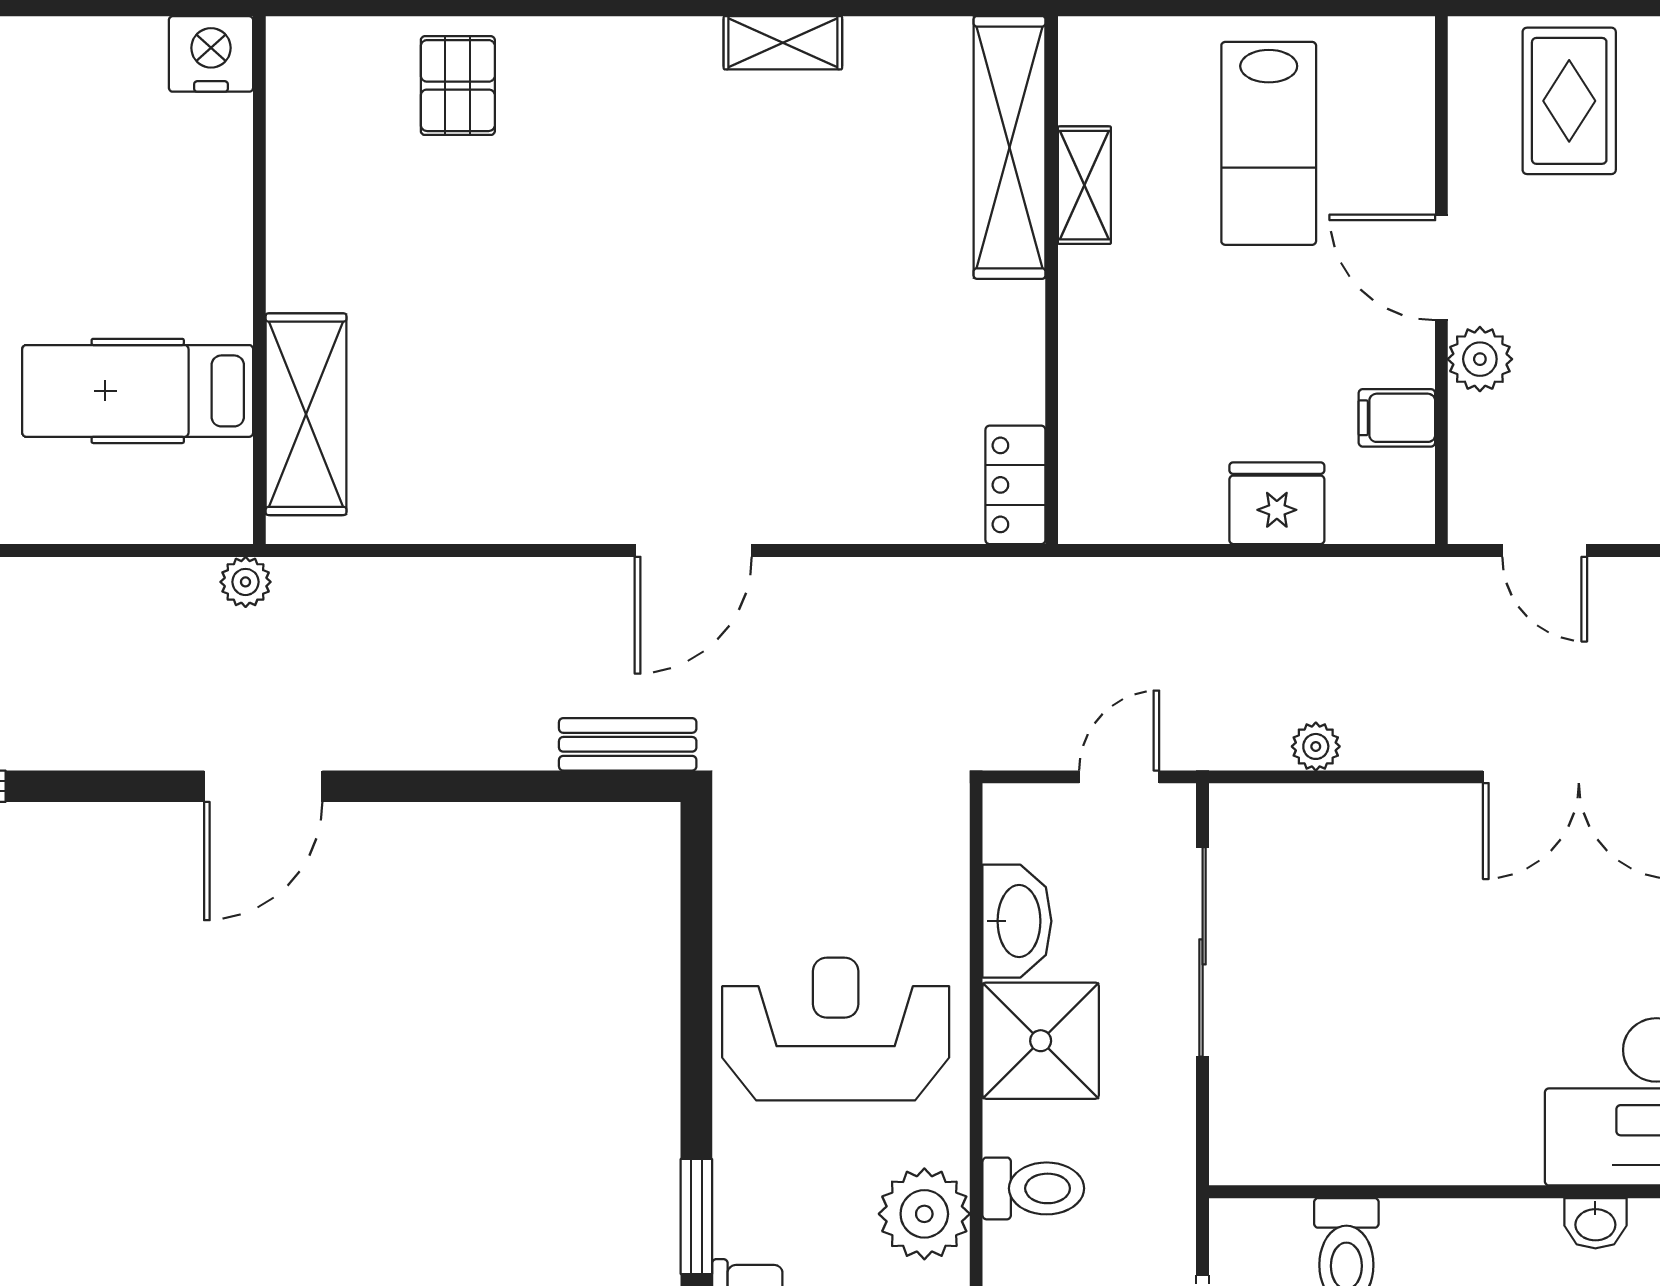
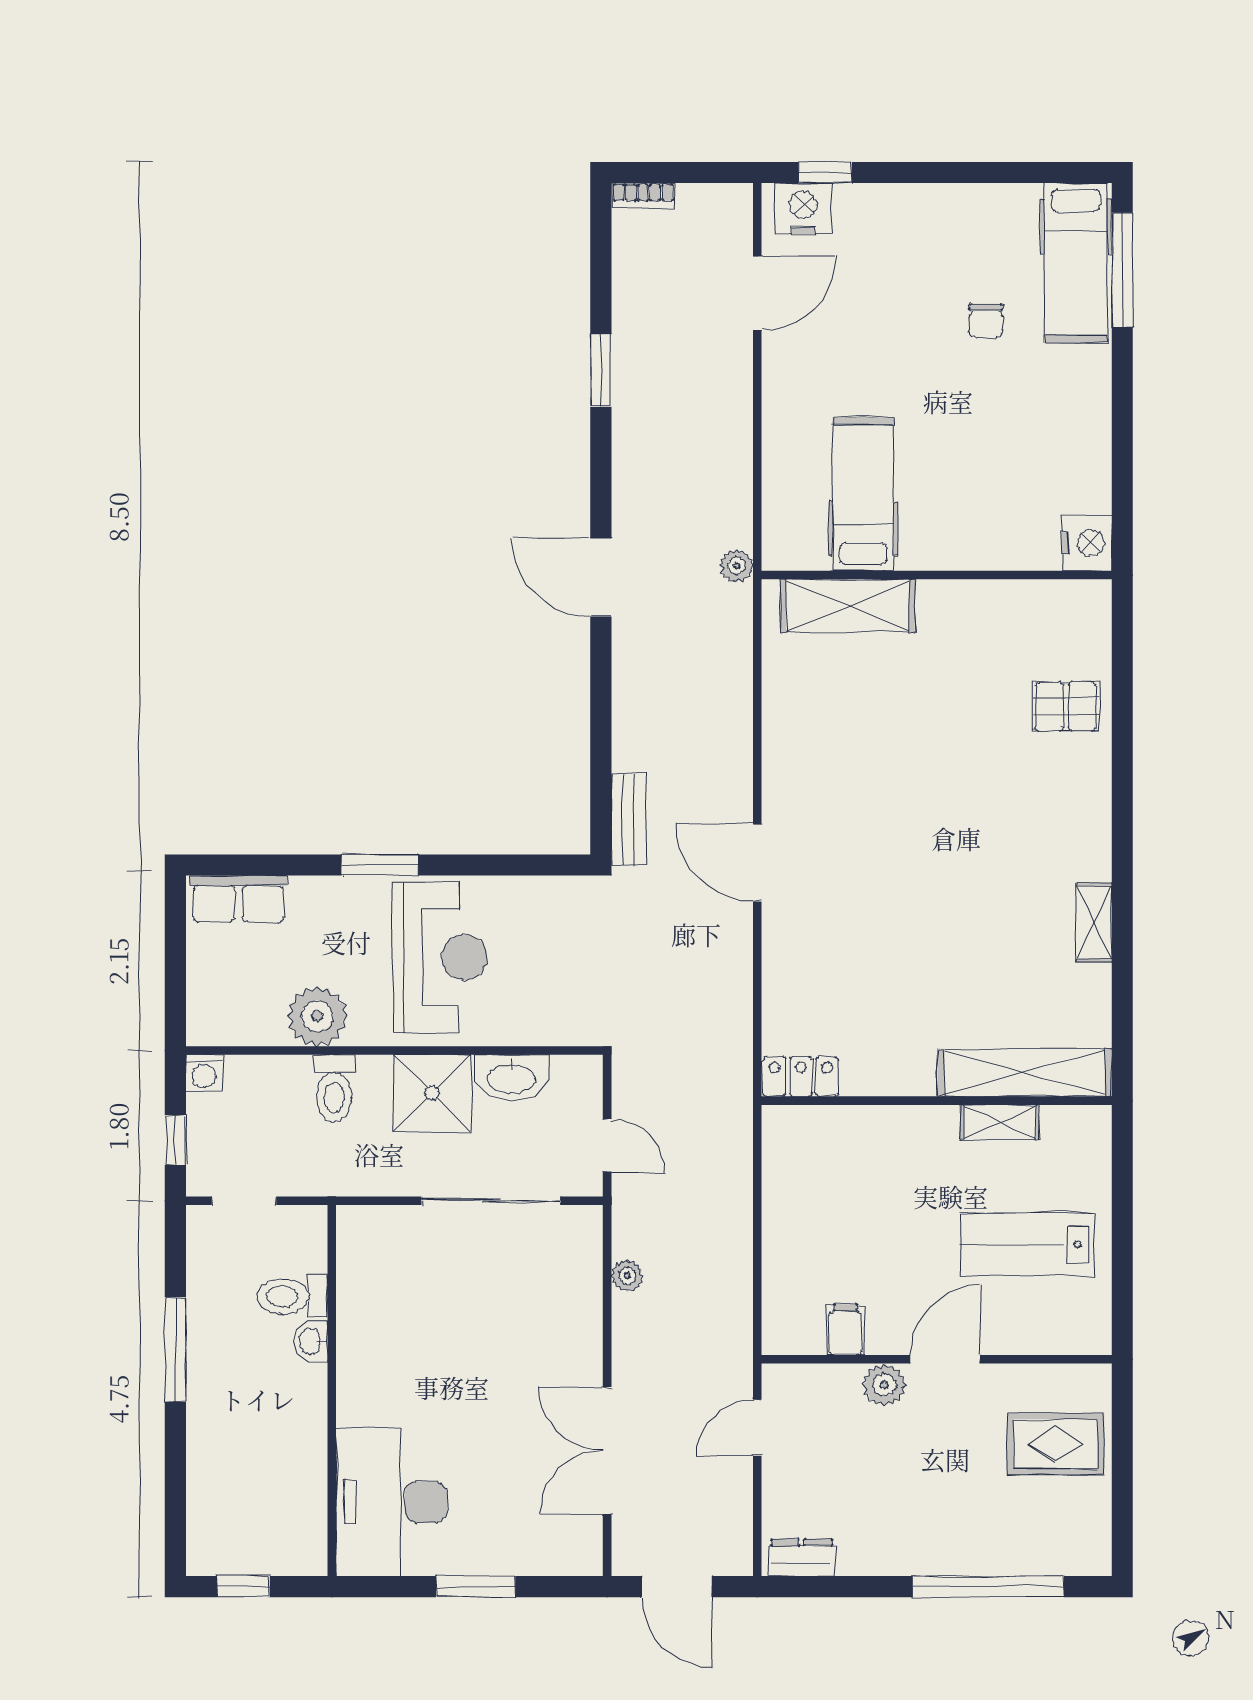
fridge: (1277, 503) -> (789, 1250), removed
window: (696, 1216) -> (380, 865), moved
washbasin: (1595, 1223) -> (311, 1342), moved

